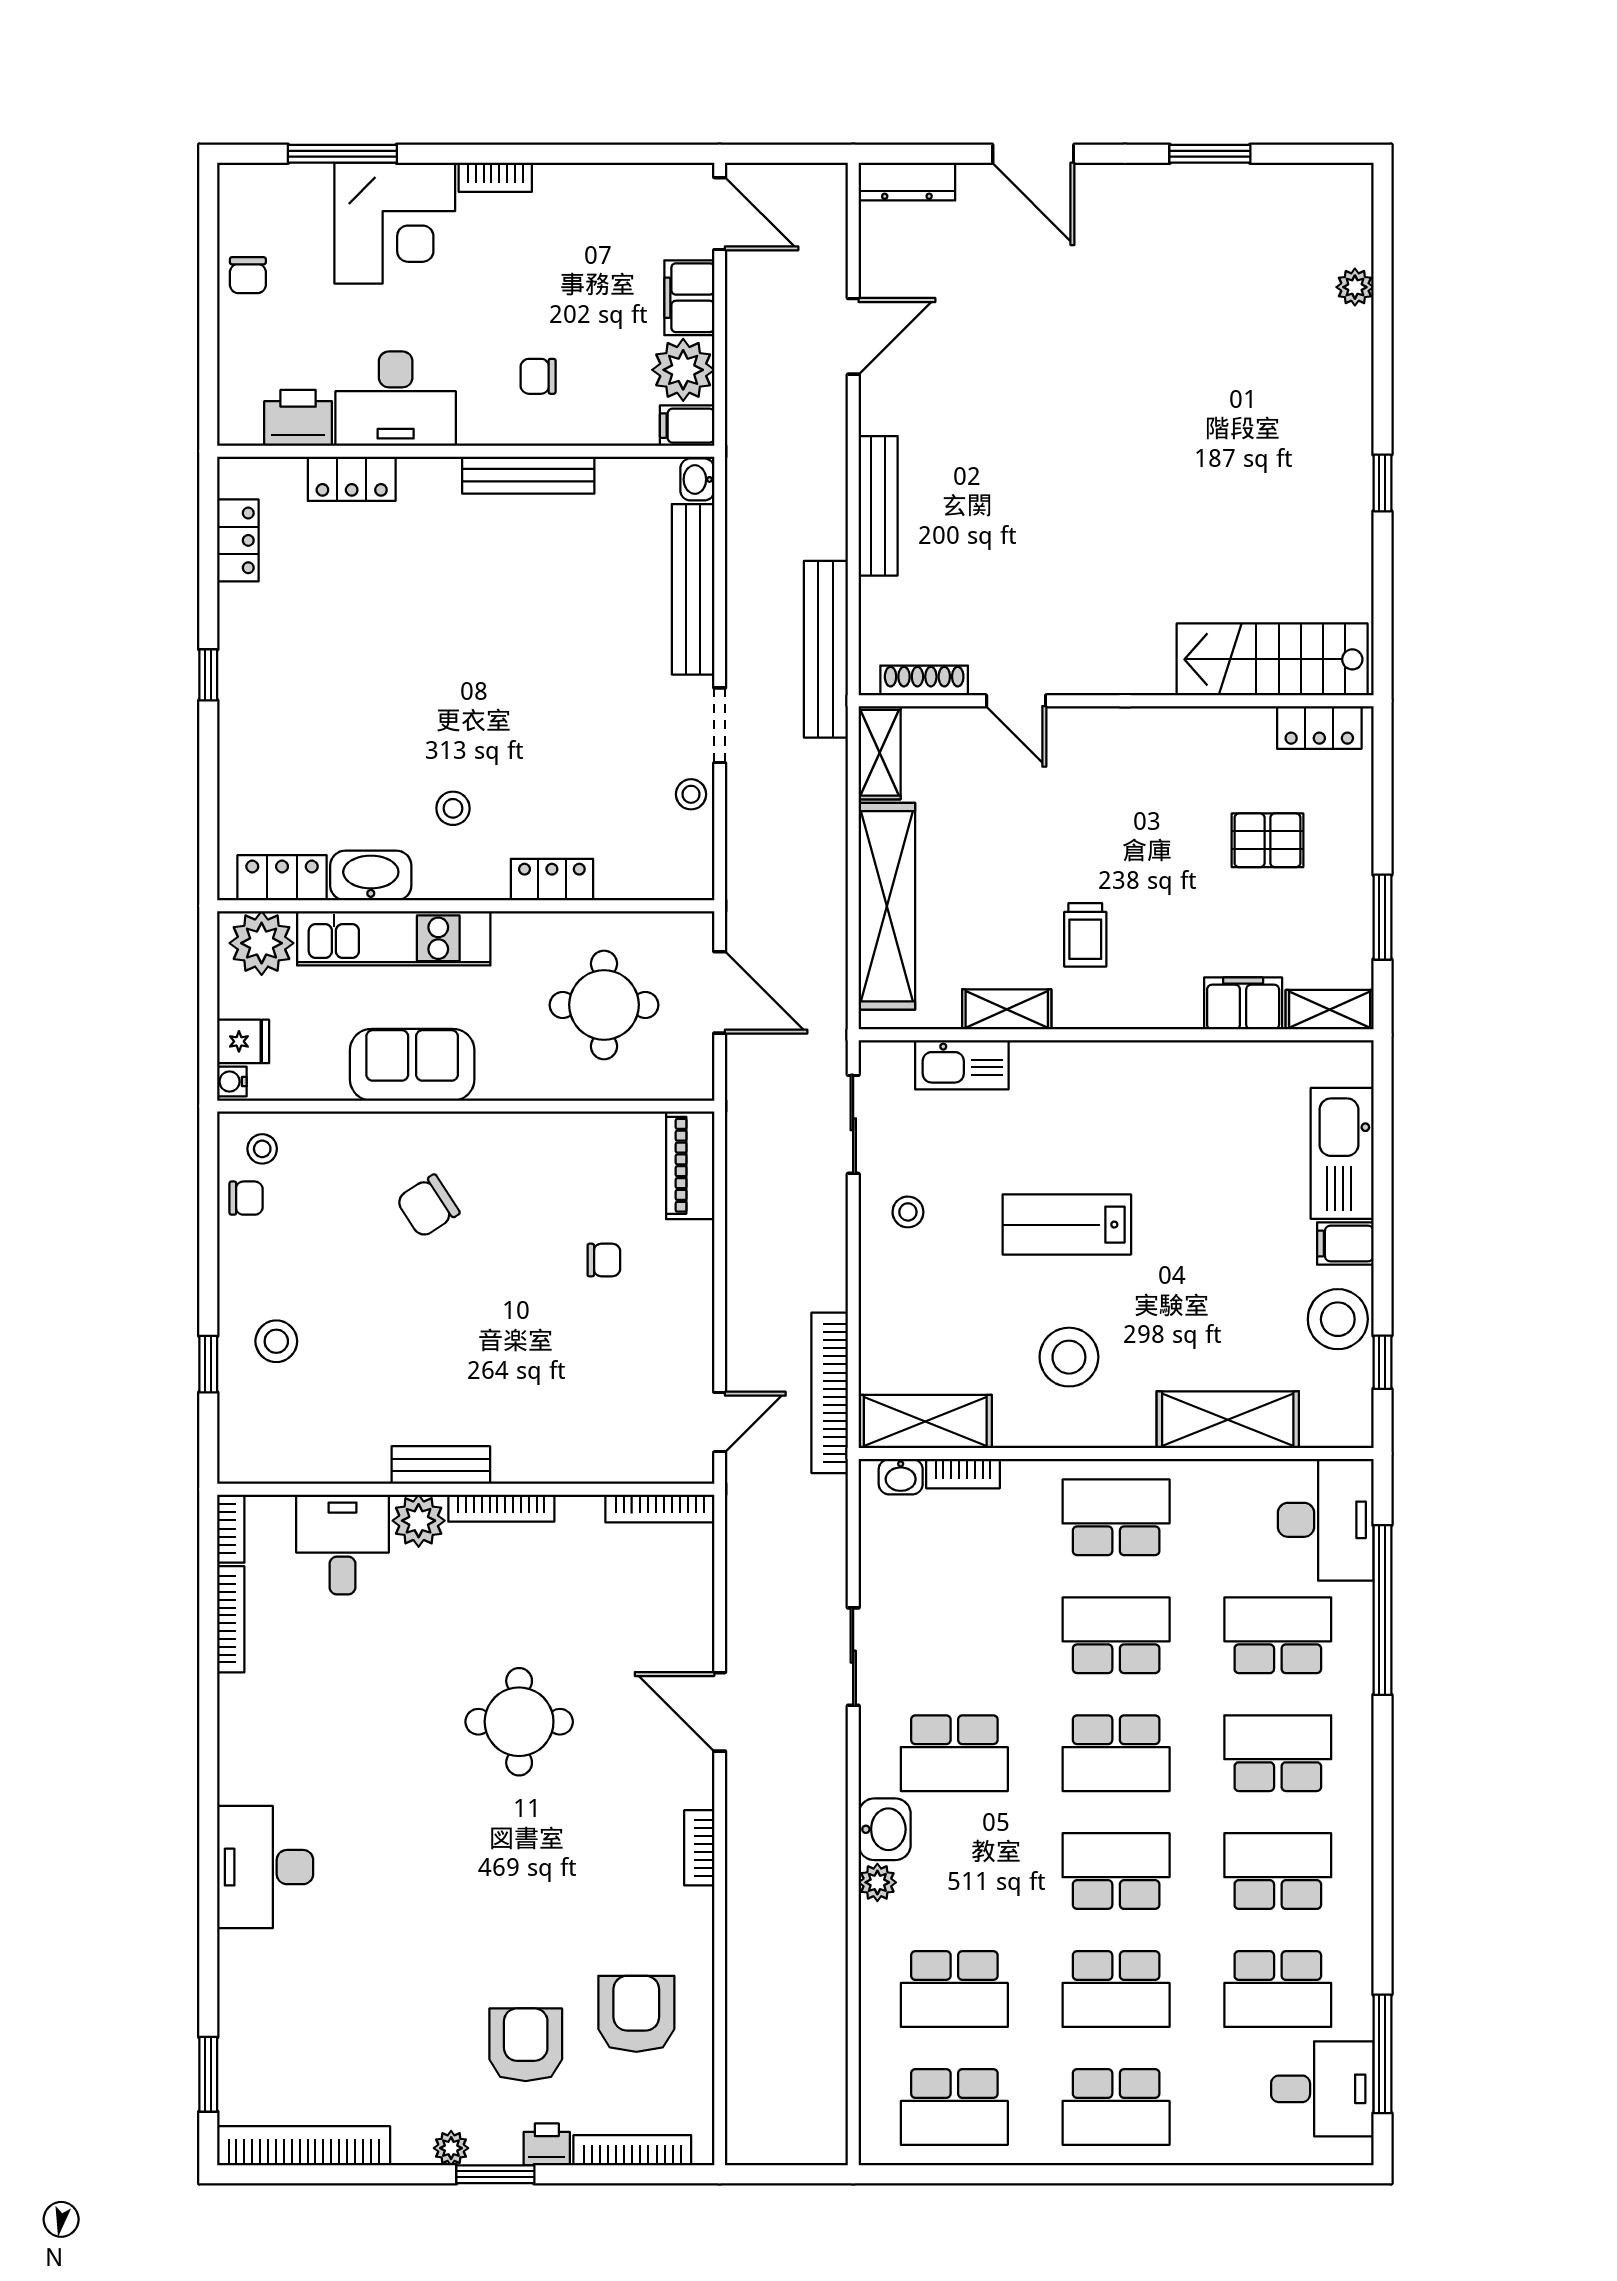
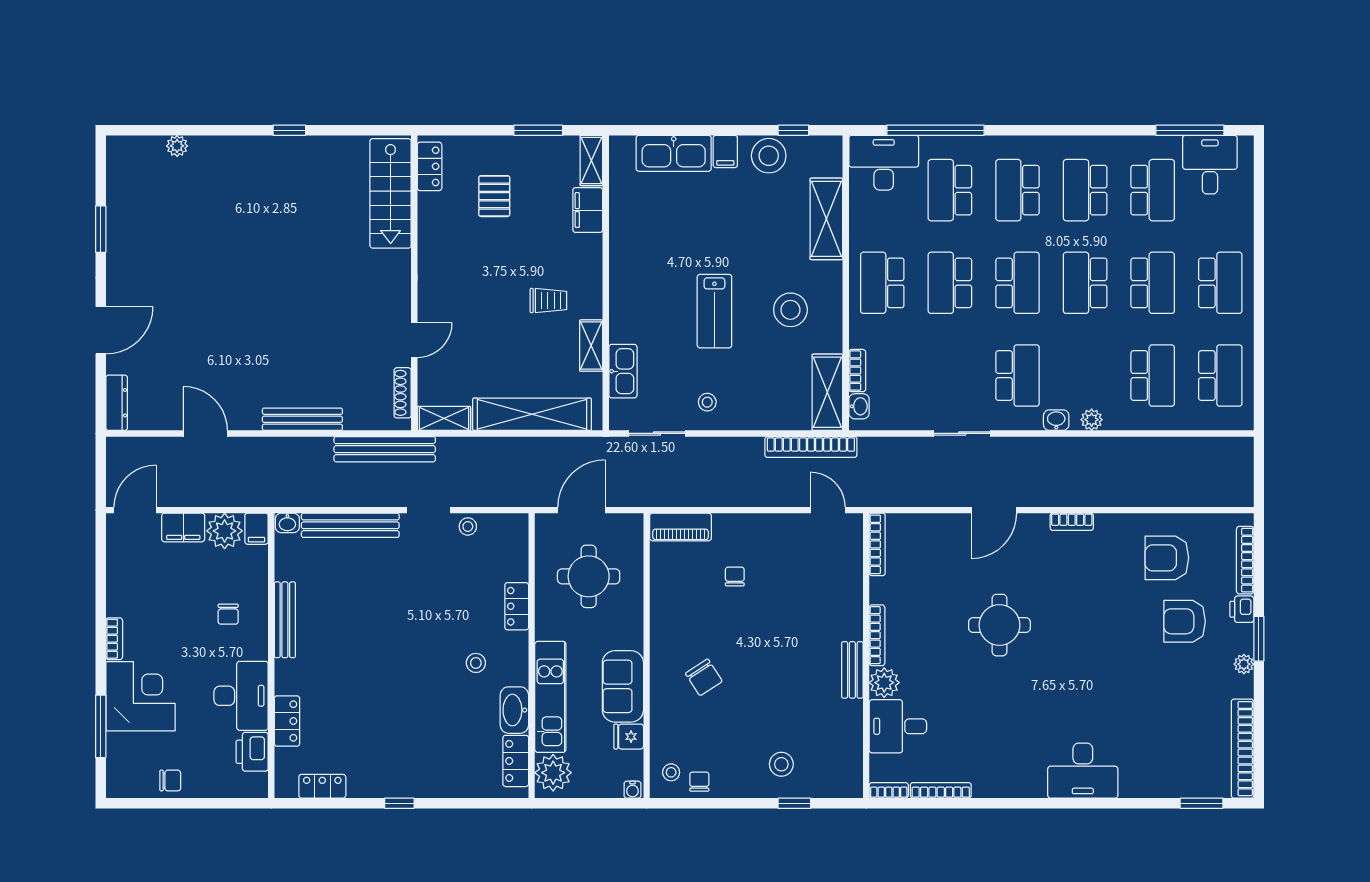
fridge: (243, 1041) -> (629, 737), moved, turned -90
washbasin: (885, 1829) -> (1056, 420), width x0.72, depth x0.69

